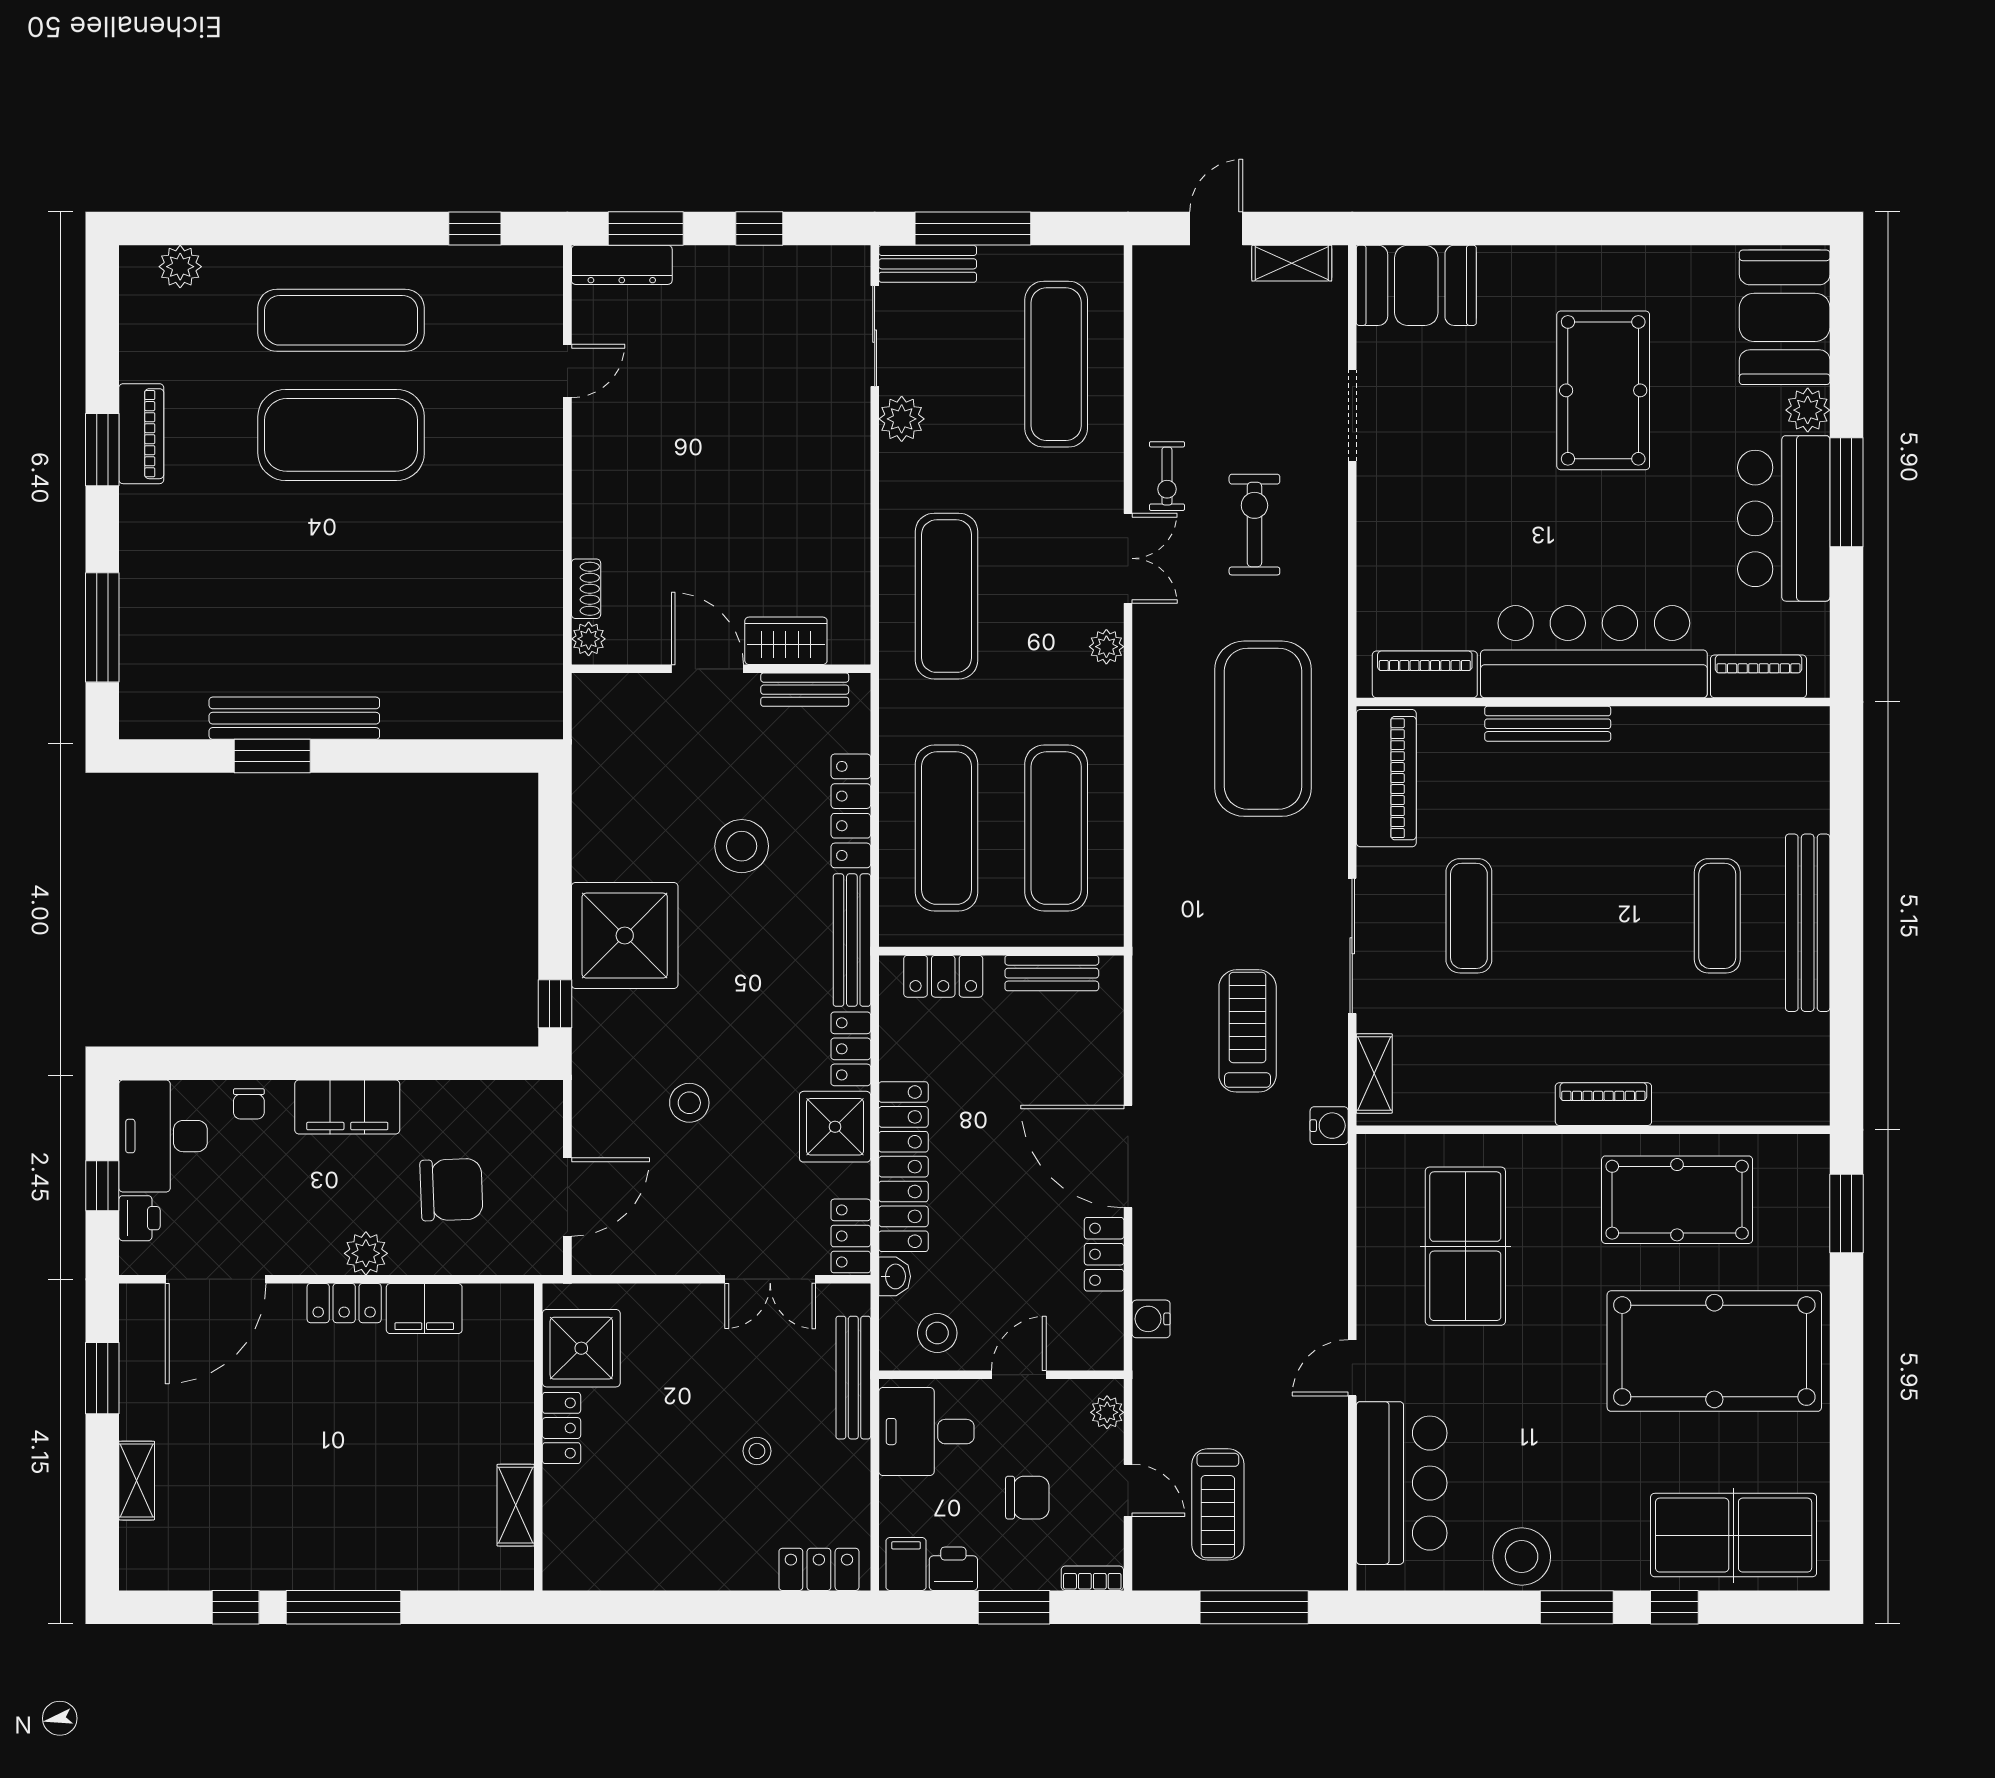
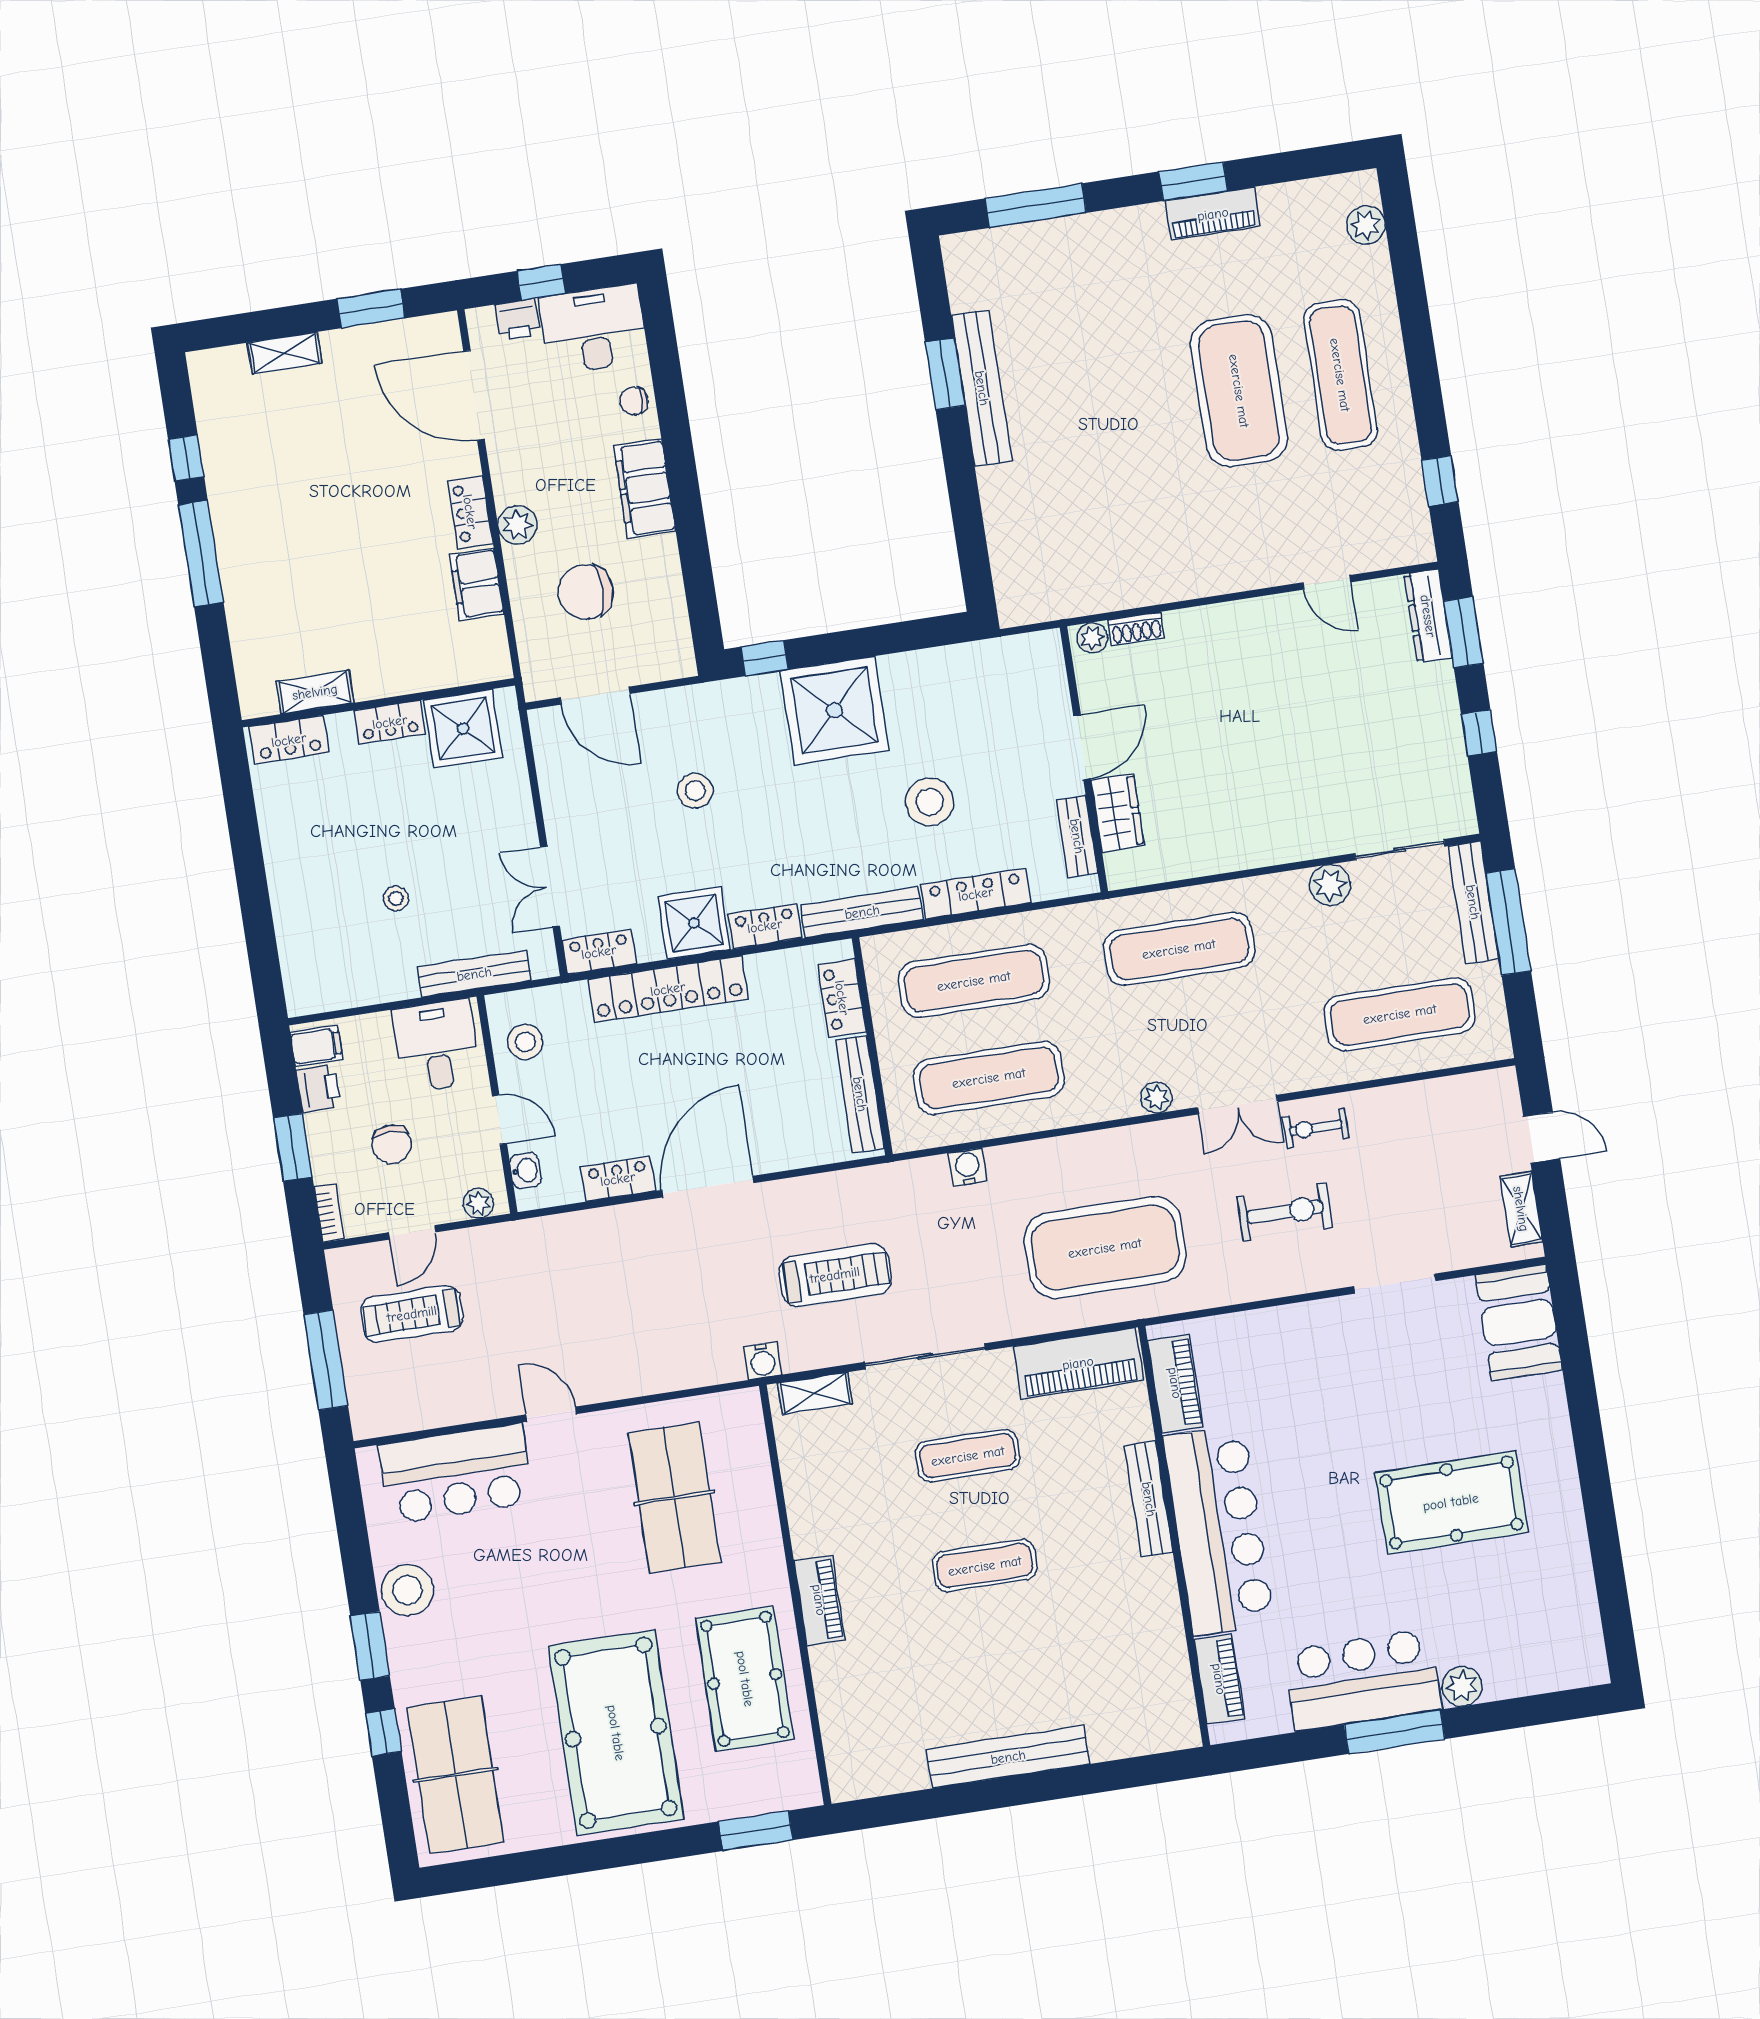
bench: (928, 264) -> (1473, 902), width x1.36
booth: (1785, 317) -> (1541, 1653), removed
exercise mat: (1717, 916) -> (985, 1566), moved
bench: (1052, 973) -> (860, 1094), width x1.36
chair: (451, 1190) -> (586, 592), turned 92
table tennis table: (1465, 1246) -> (674, 1498), turned 90
washbasin: (895, 1276) -> (525, 1170), moved, turned -90
water cooler: (1151, 1319) -> (968, 1167), moved
locker: (819, 1569) -> (289, 740), moved, turned 90

